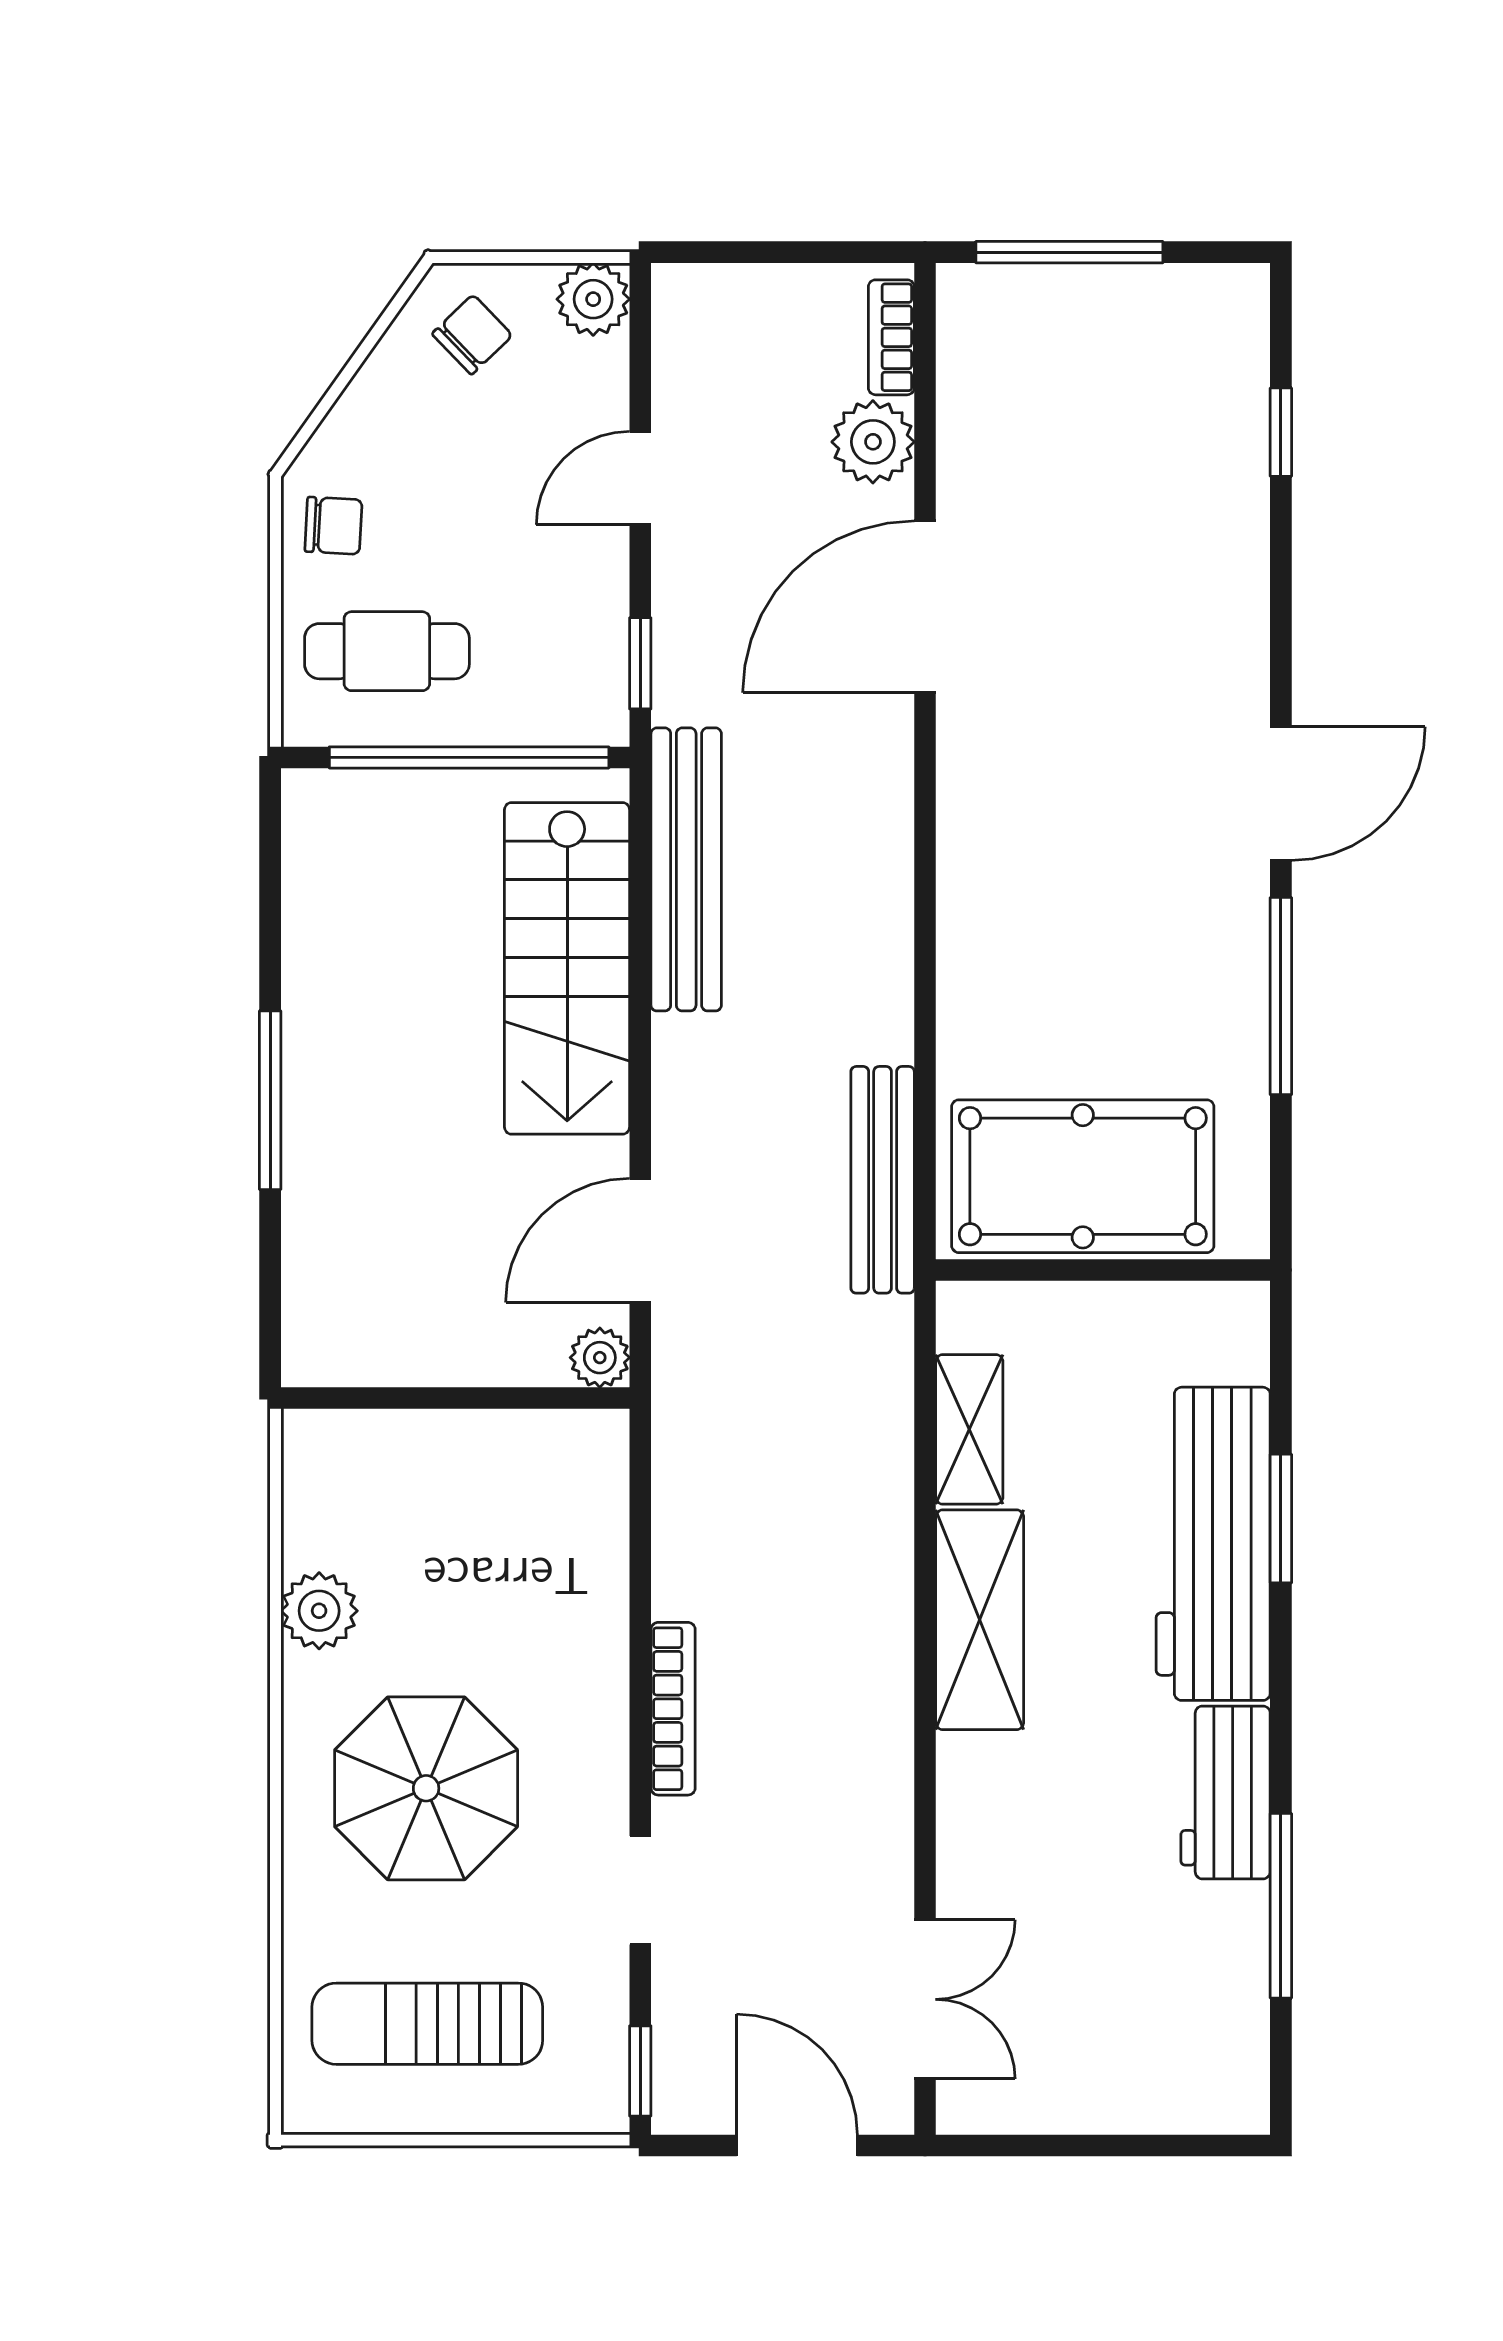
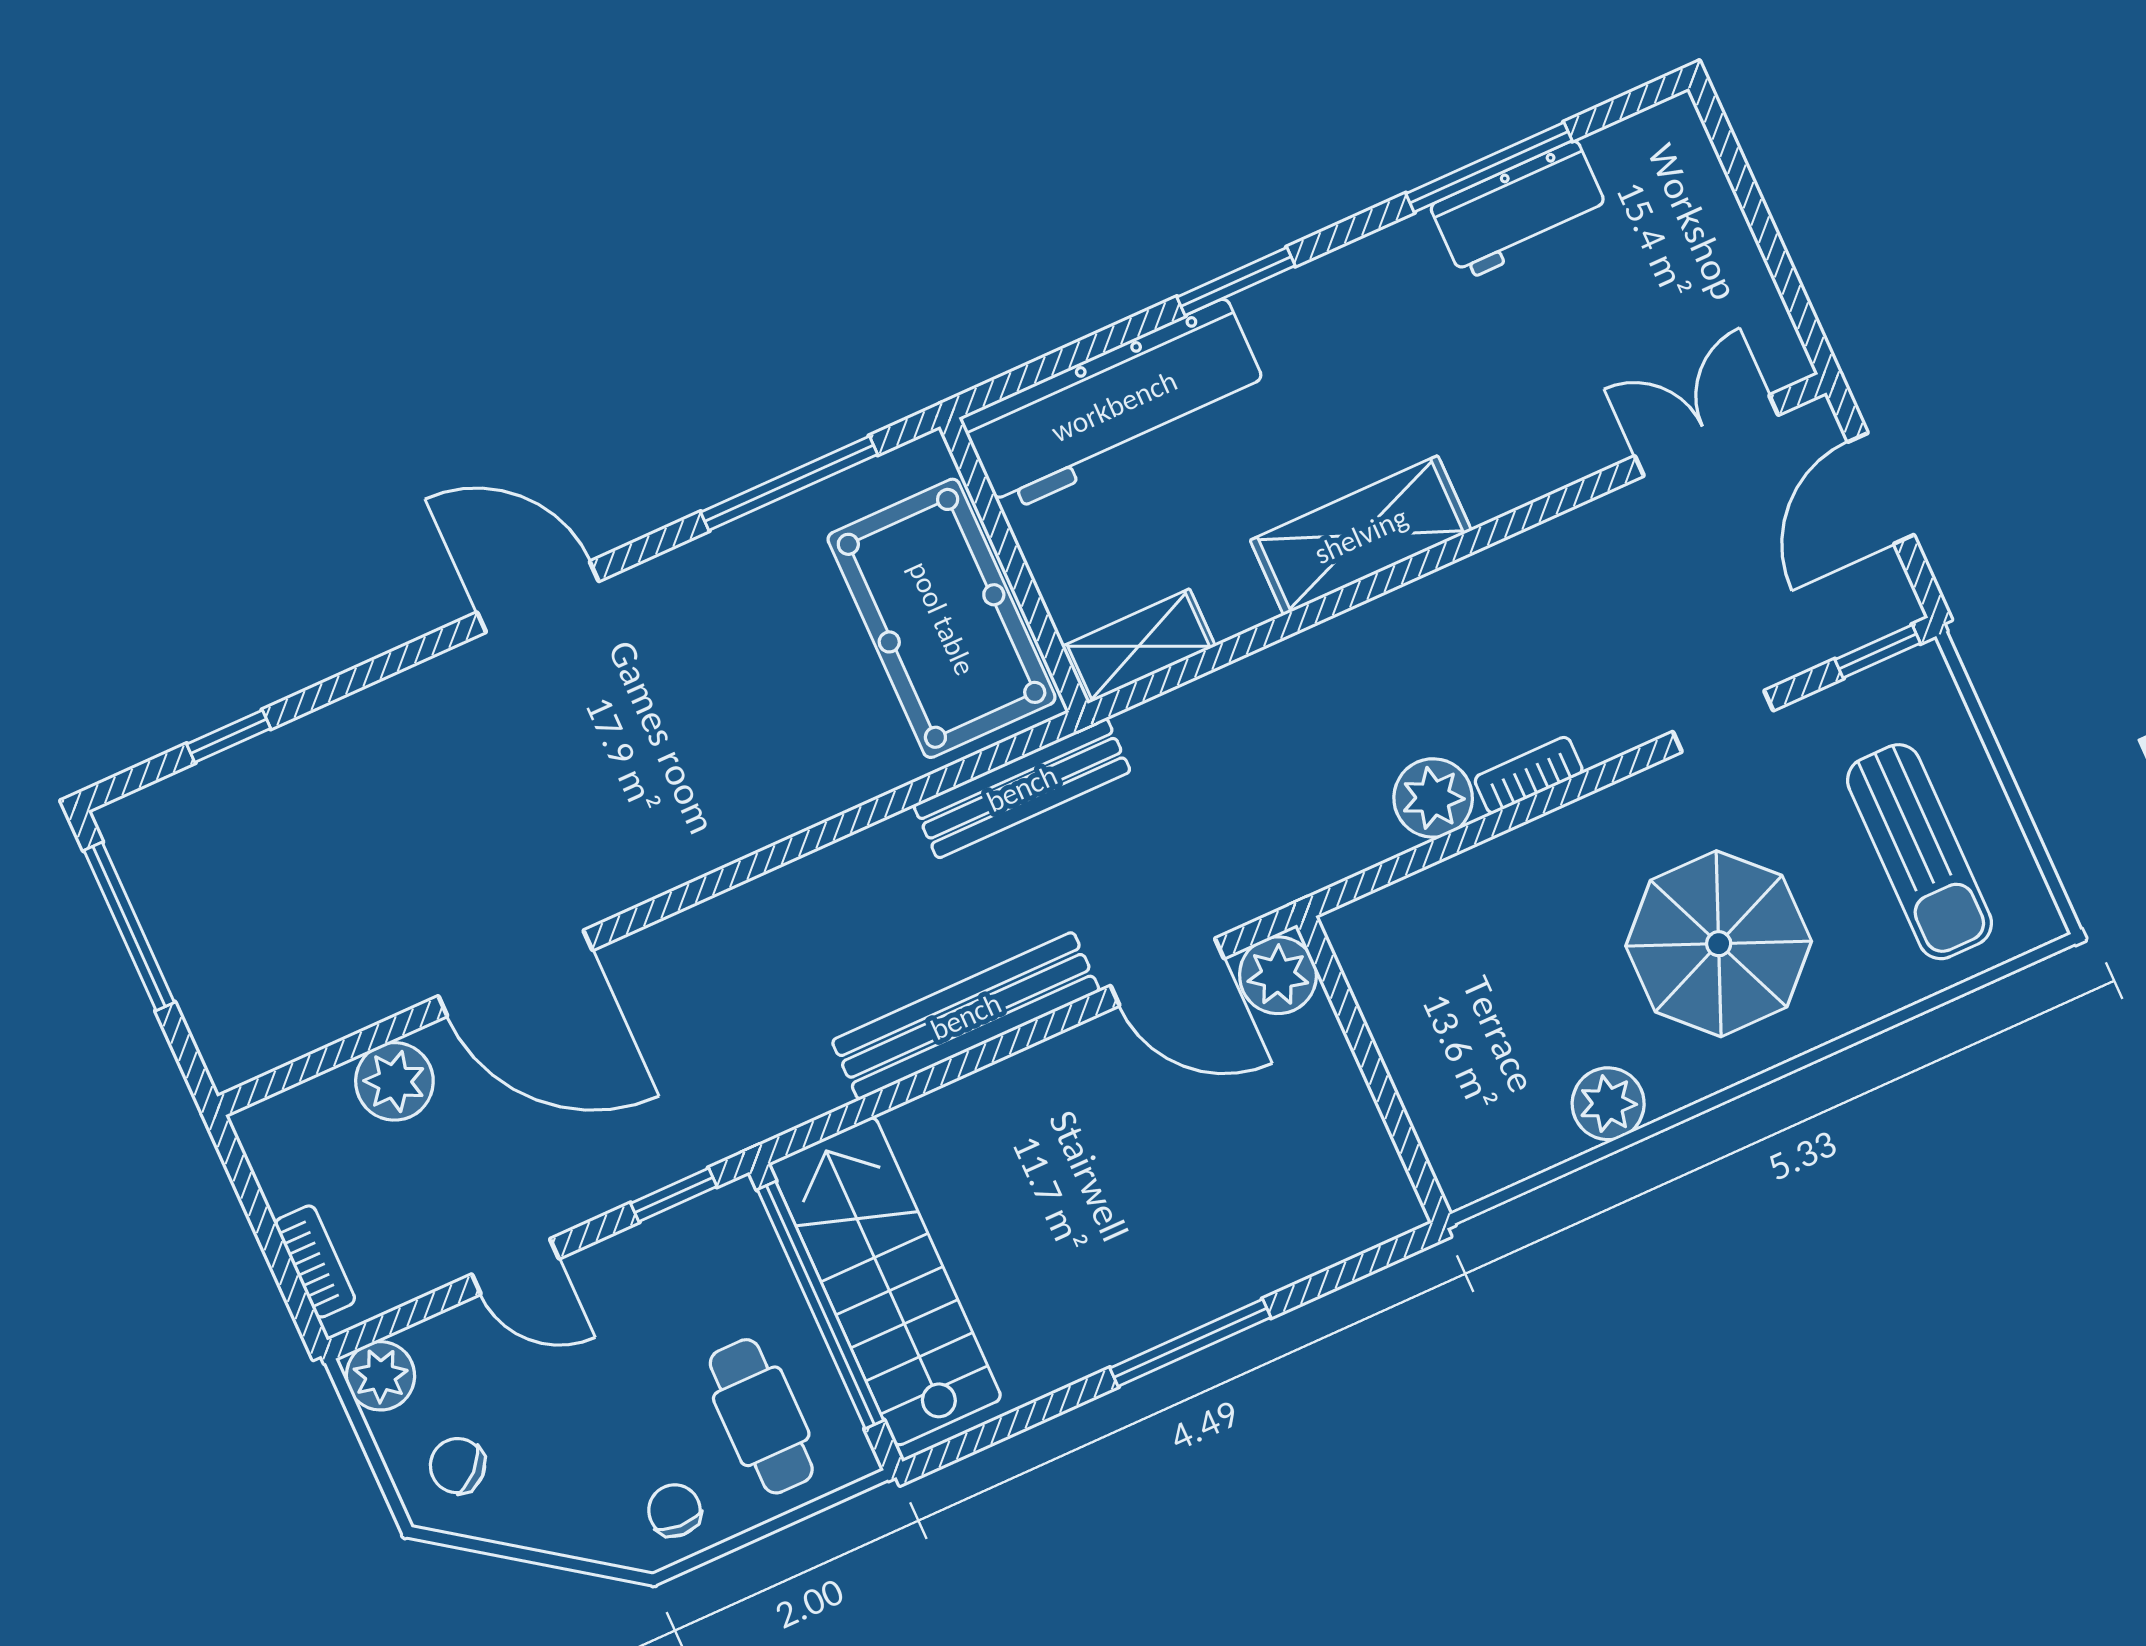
window: (1069, 252) -> (129, 926), moved
bookcase: (891, 337) -> (315, 1261), moved, turned -90
bench: (686, 869) -> (966, 1016), moved
stairs: (567, 968) -> (885, 1281), moved, turned -90
window: (1281, 996) -> (789, 483), moved
plant: (600, 1358) -> (1278, 975), width x1.38, depth x1.38
shelving: (969, 1429) -> (1139, 646), moved
window: (1281, 1519) -> (1236, 281), moved
workbench: (1213, 1544) -> (1114, 406), moved
plant: (693, 1575) -> (1433, 798), added
bookcase: (673, 1709) -> (1529, 775), width x0.64
workbench: (1226, 1792) -> (1520, 210), moved

